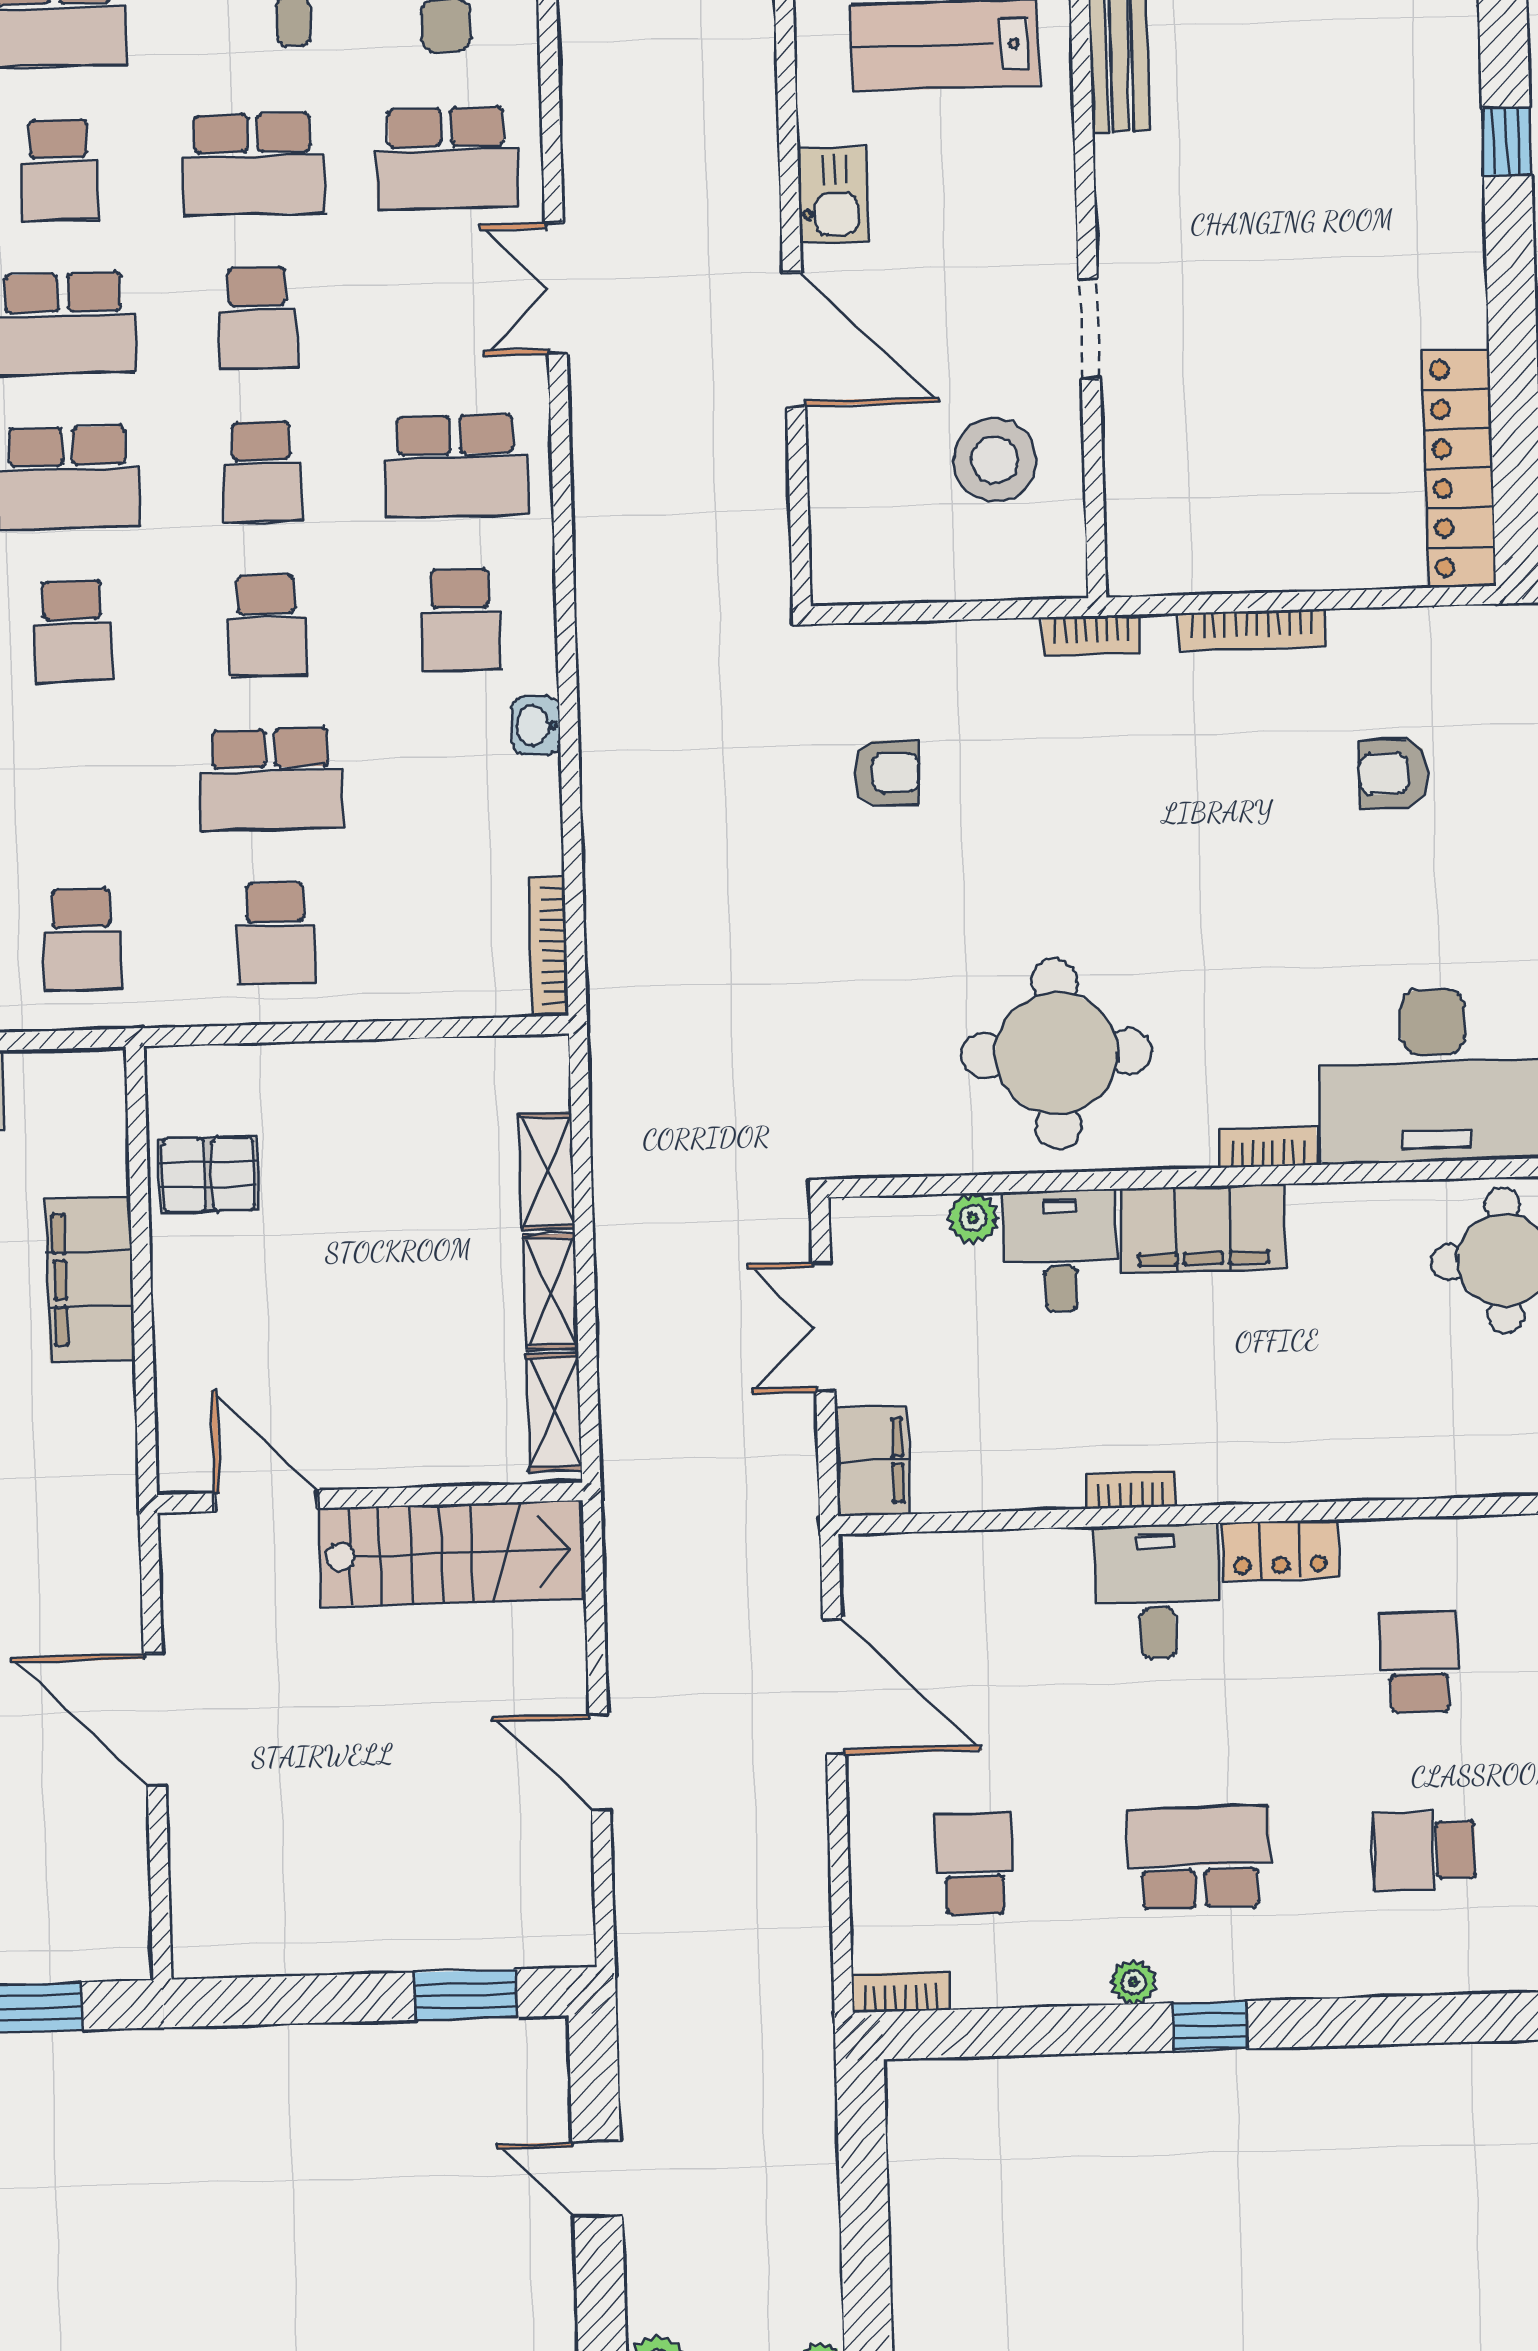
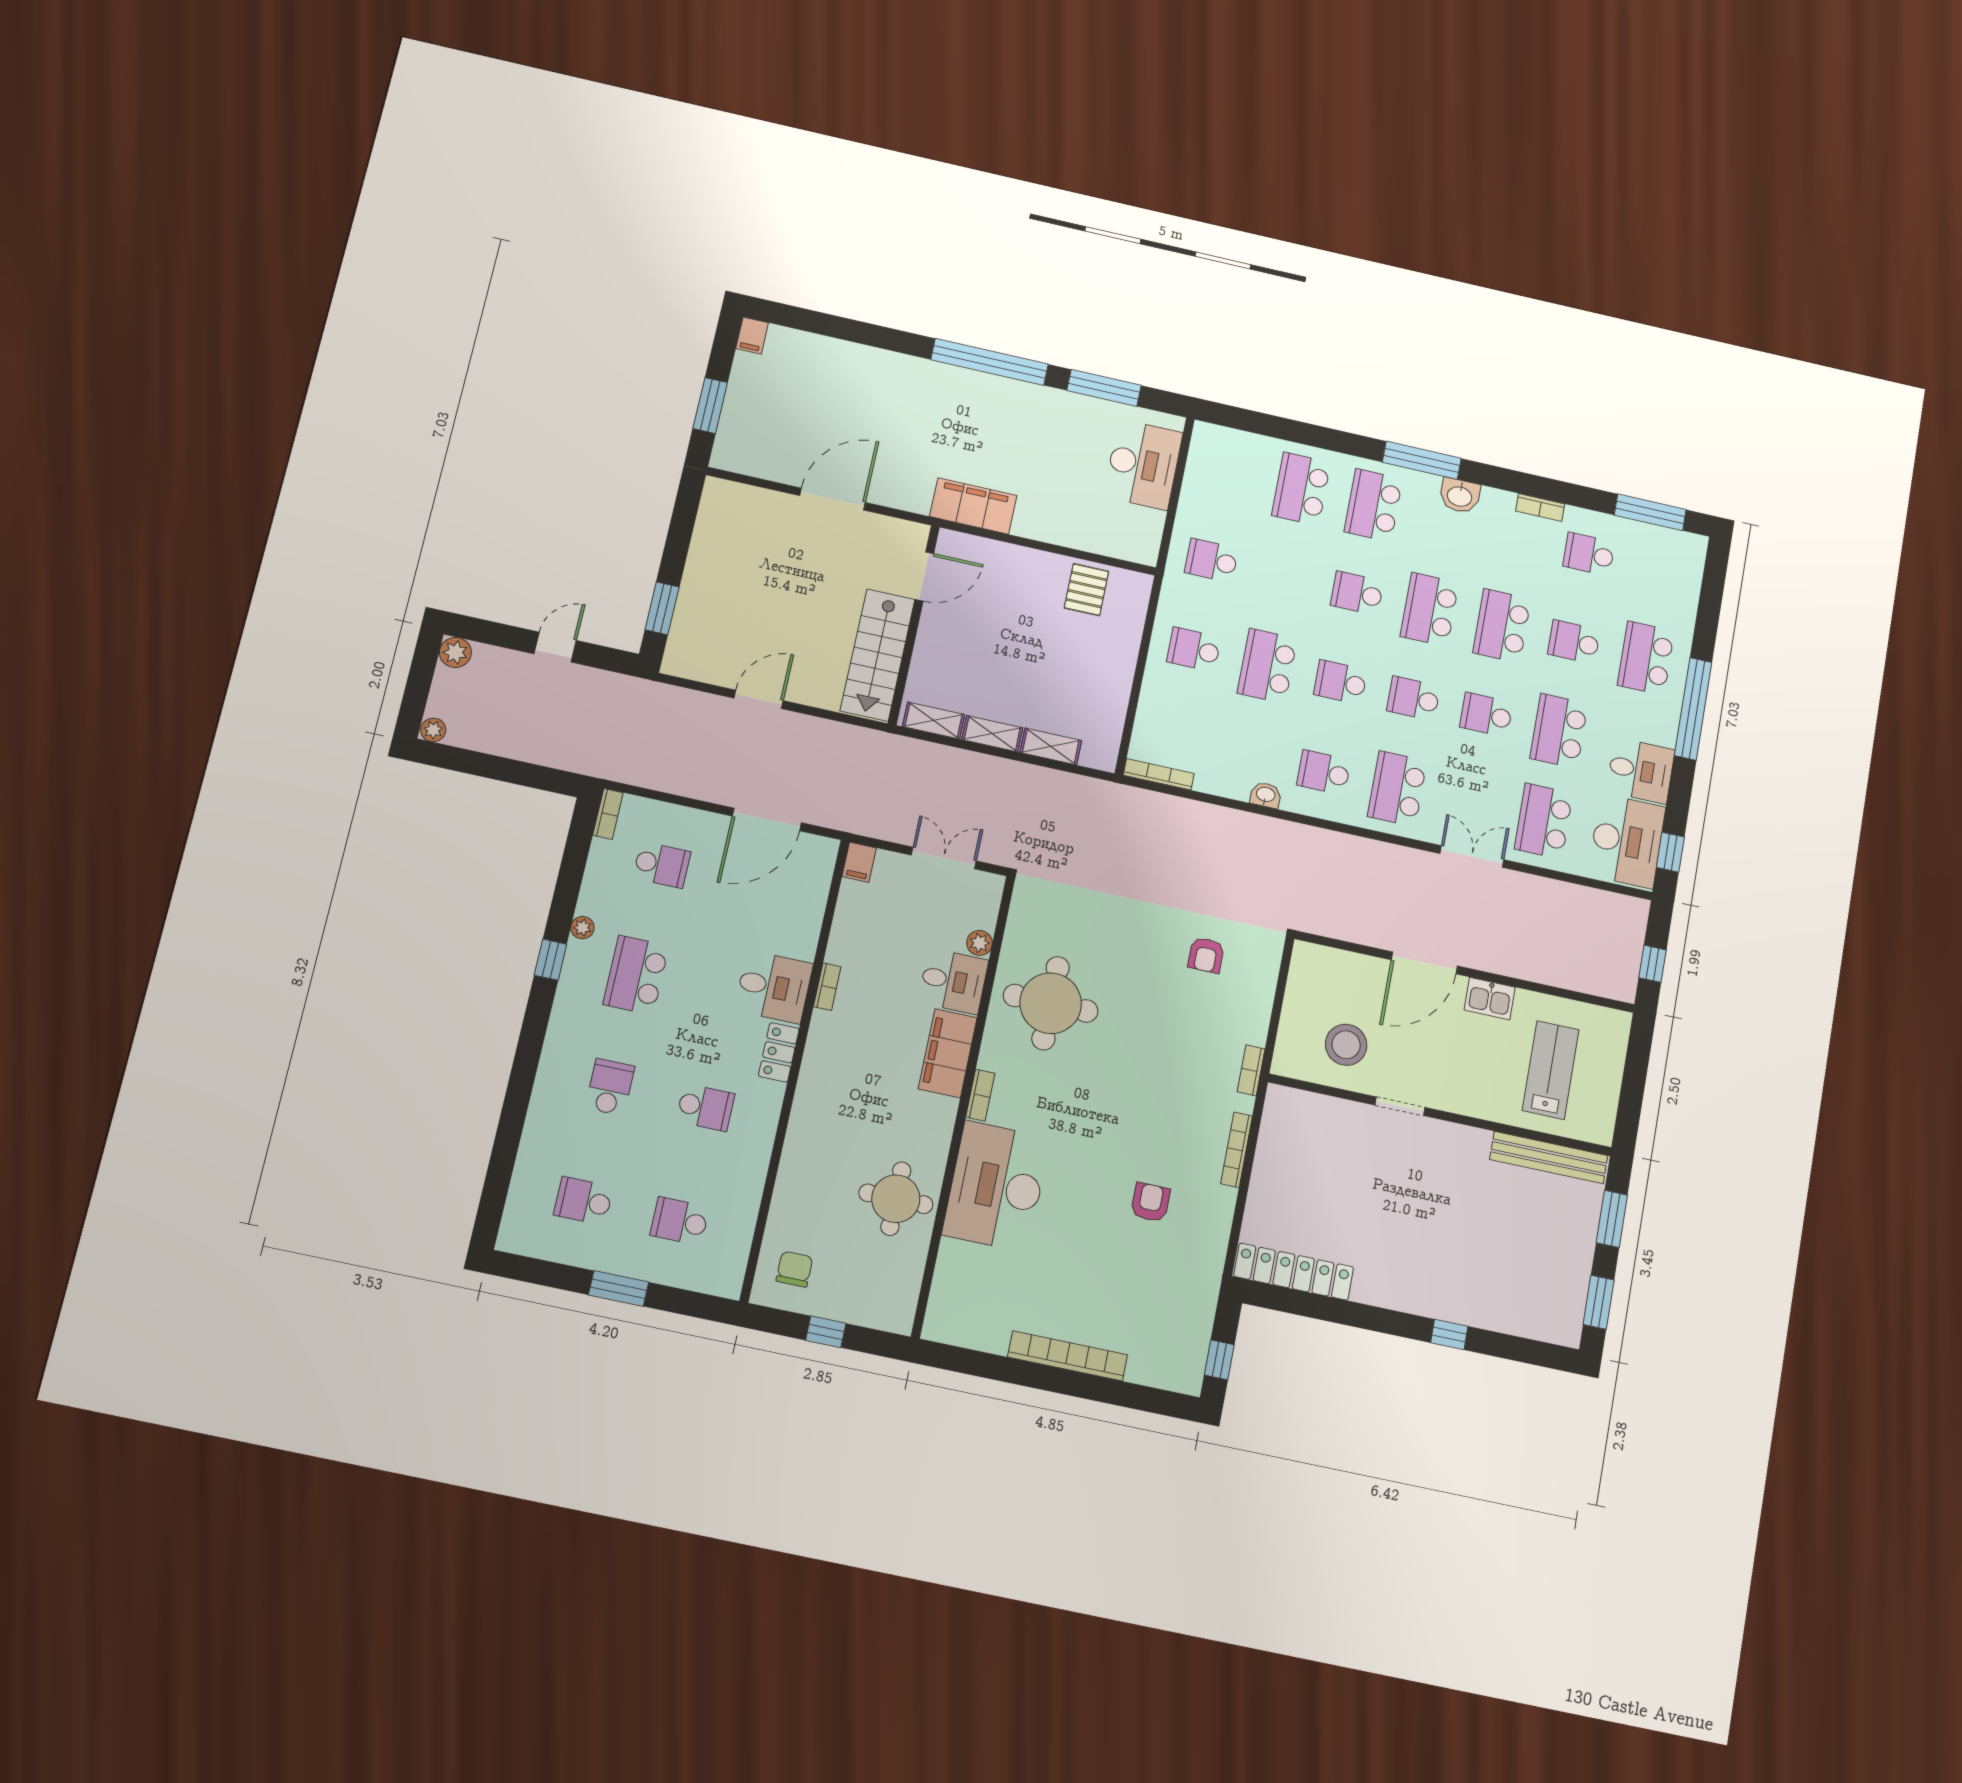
filing cabinet: (90, 1279) -> (973, 506), moved
filing cabinet: (872, 1461) -> (859, 862), width x0.50
school desk: (1199, 1857) -> (636, 975), turned 180

